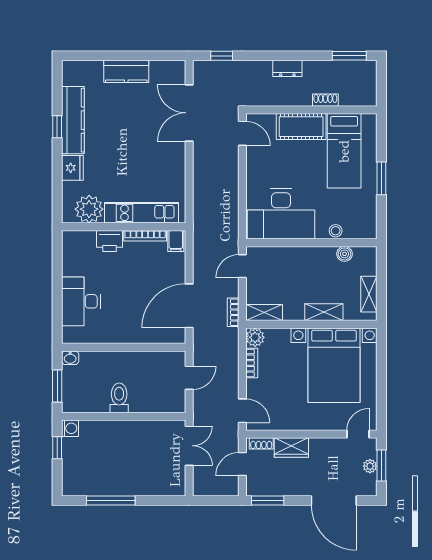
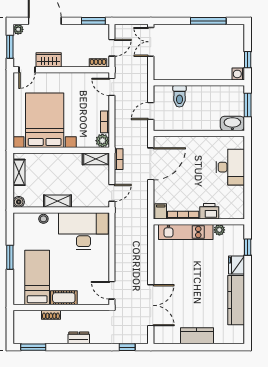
window: (57, 127) -> (248, 247), moved
cot: (301, 127) -> (64, 298), width x0.73, depth x0.75
plant: (89, 209) -> (219, 230), width x0.53, depth x0.53
boiler: (345, 254) -> (19, 202), moved
shelving: (324, 312) -> (57, 201), moved
washbasin: (70, 358) -> (232, 123), width x1.91, depth x1.45
toilet: (119, 398) -> (179, 96), moved
double door: (189, 446) -> (151, 42), moved
wardrobe: (291, 448) -> (49, 60), moved
plant: (370, 466) -> (18, 29), moved

